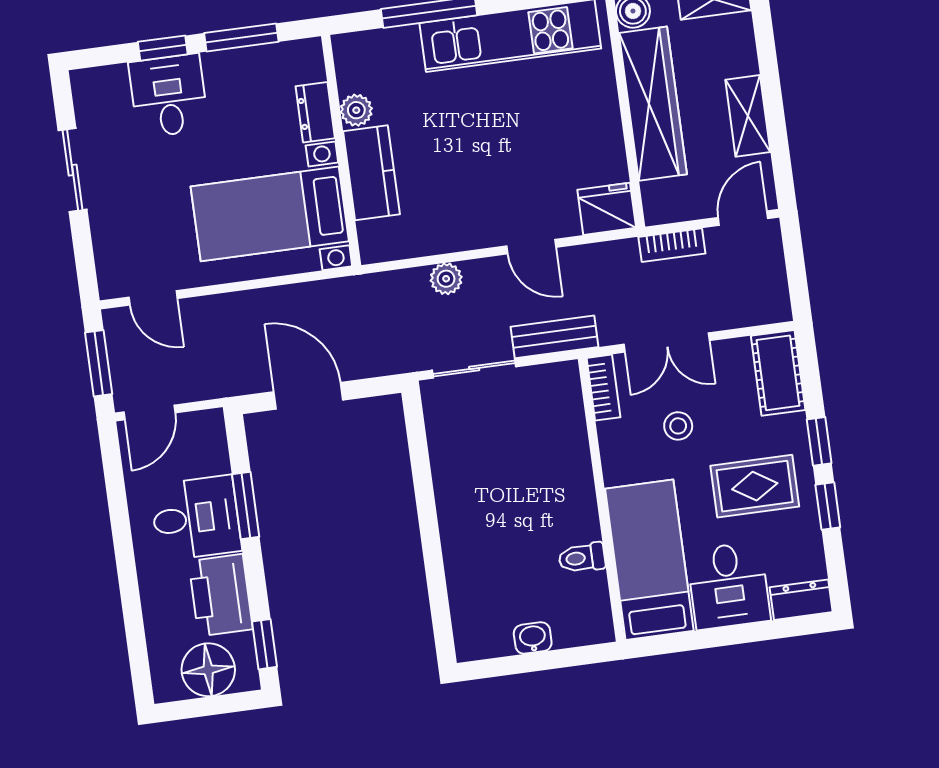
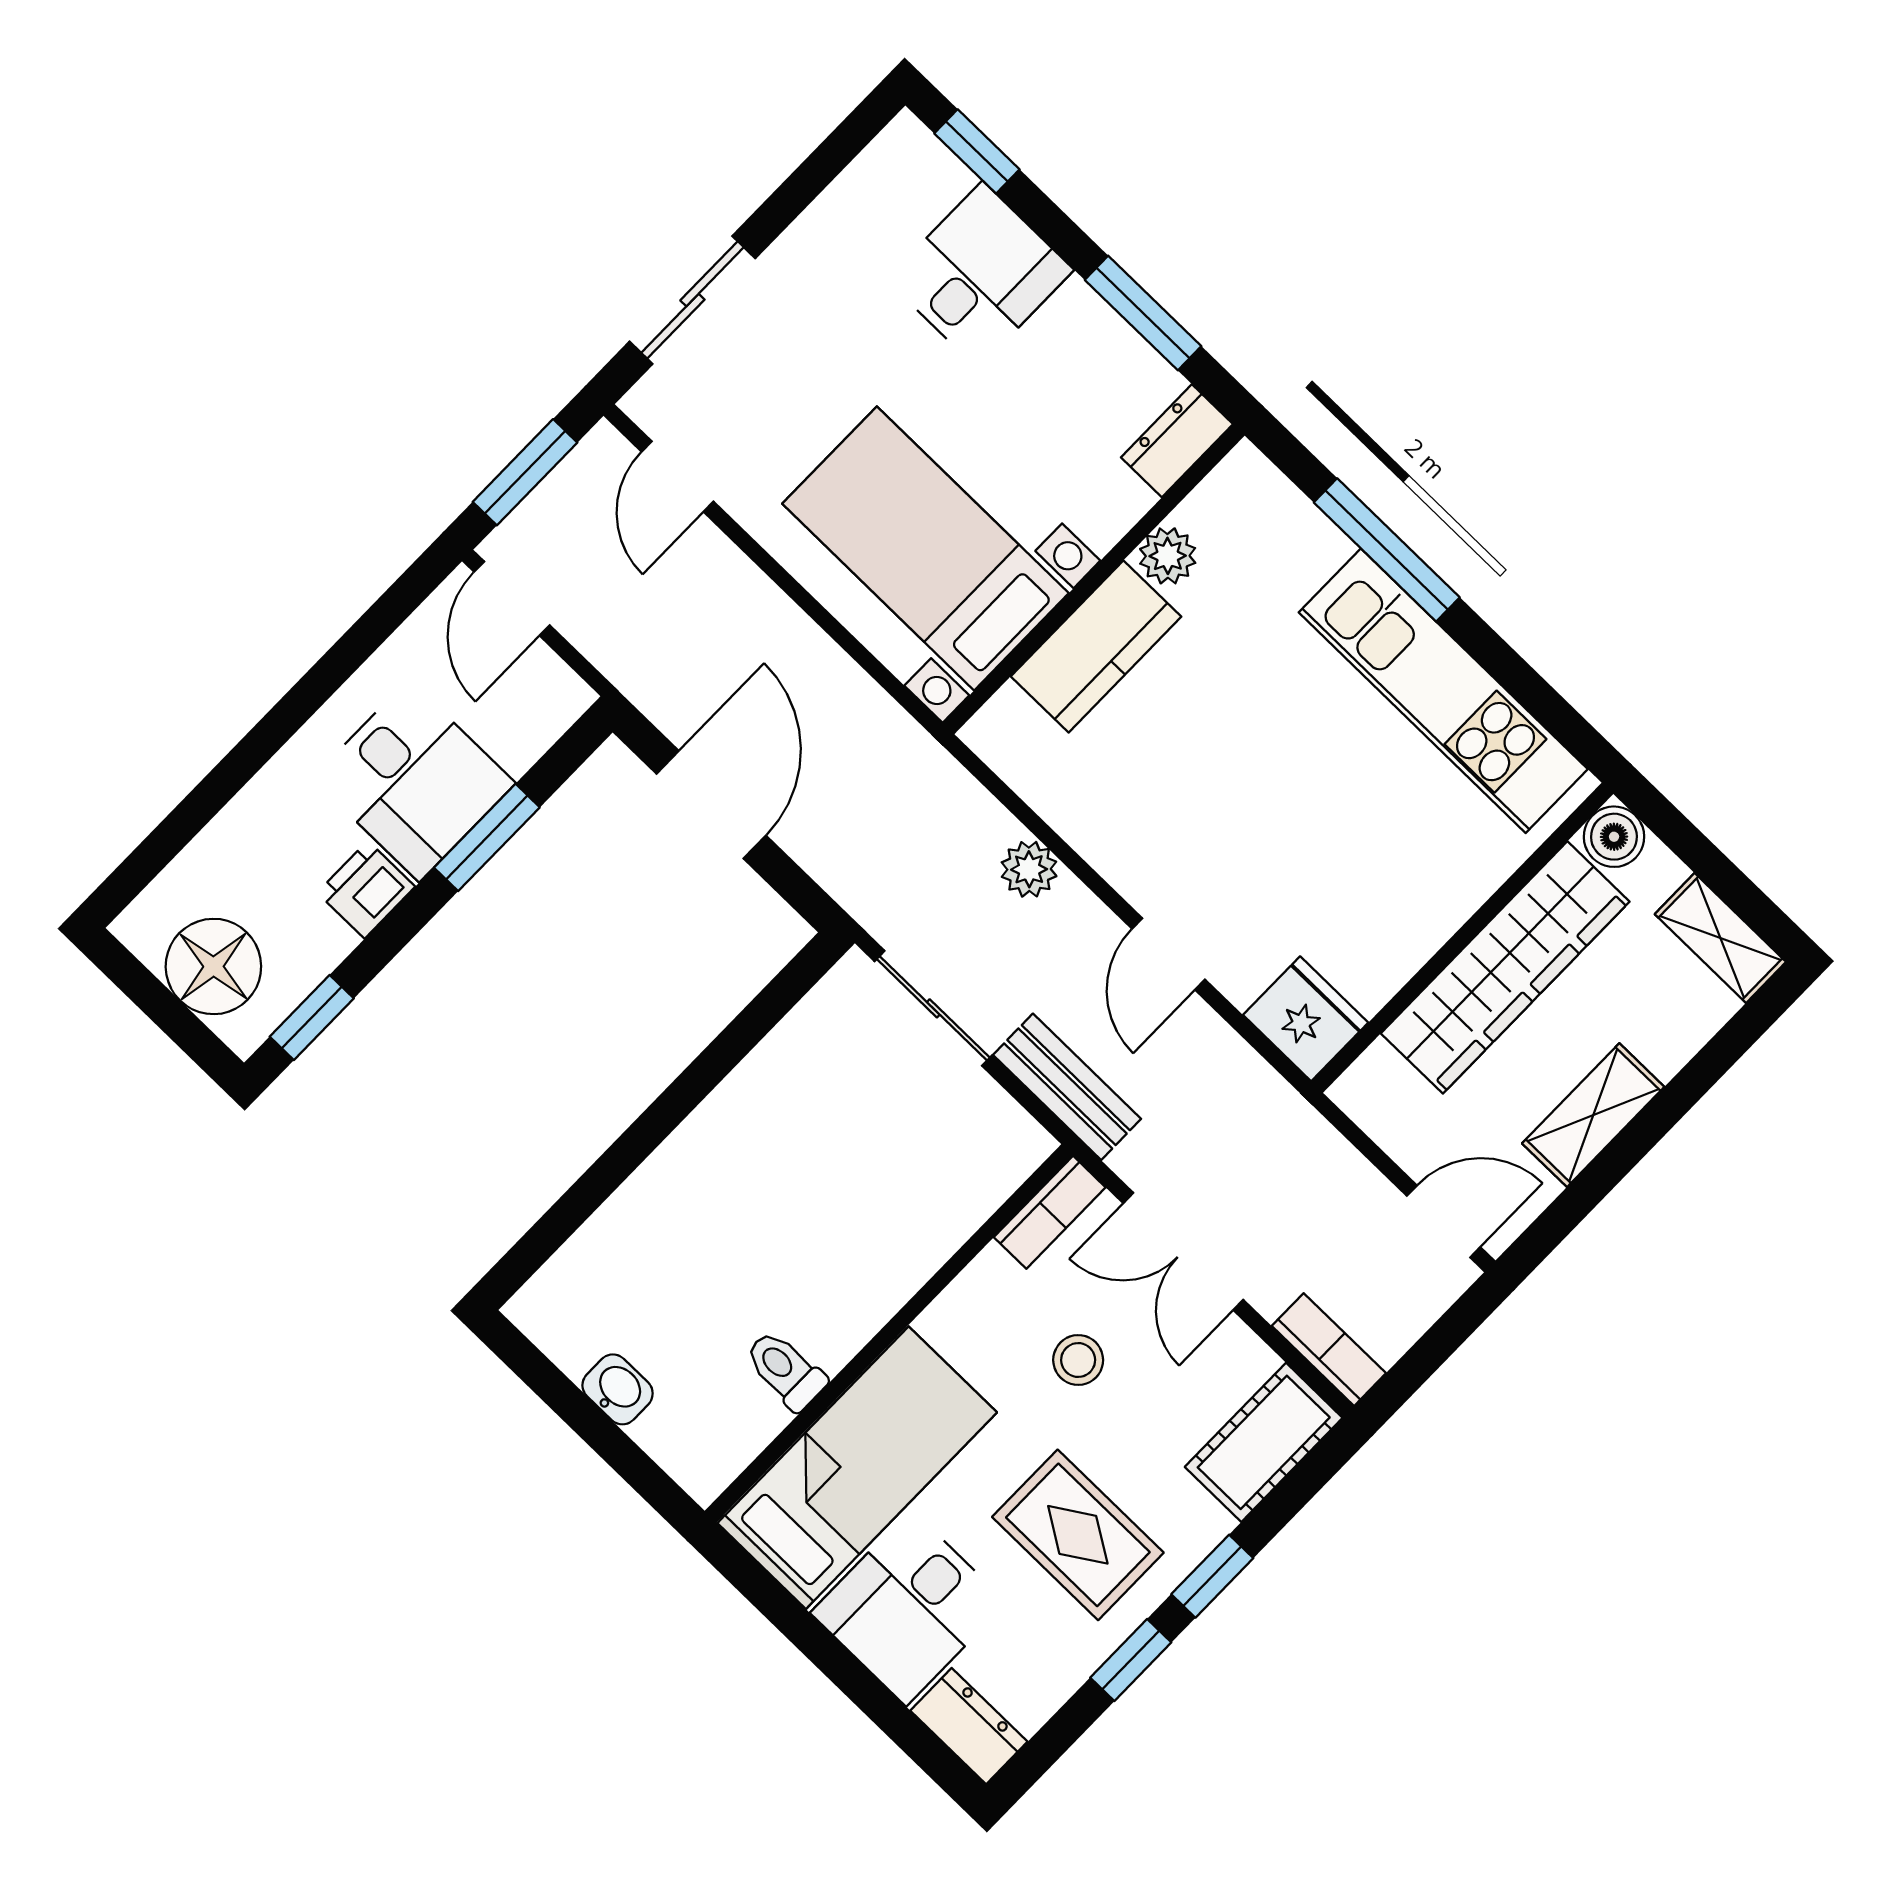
window: (163, 48) -> (977, 151), moved
dresser: (315, 112) -> (1177, 441), moved
sliding door: (73, 170) -> (692, 300), moved
bookcase: (672, 245) -> (1329, 1350), moved, turned 180
door: (150, 412) -> (512, 599), hinge flipped
printer: (221, 595) -> (366, 890), width x0.53, depth x0.68

